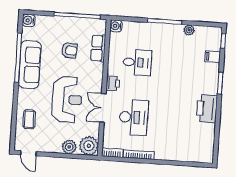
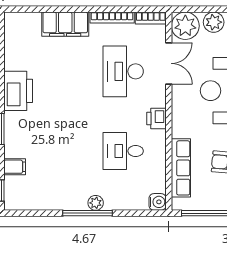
plant: (189, 30) -> (96, 203), moved
row of seats: (98, 48) -> (181, 168), width x1.48
double door: (103, 108) -> (169, 63), moved
filing cabinet: (171, 152) -> (65, 24), added

